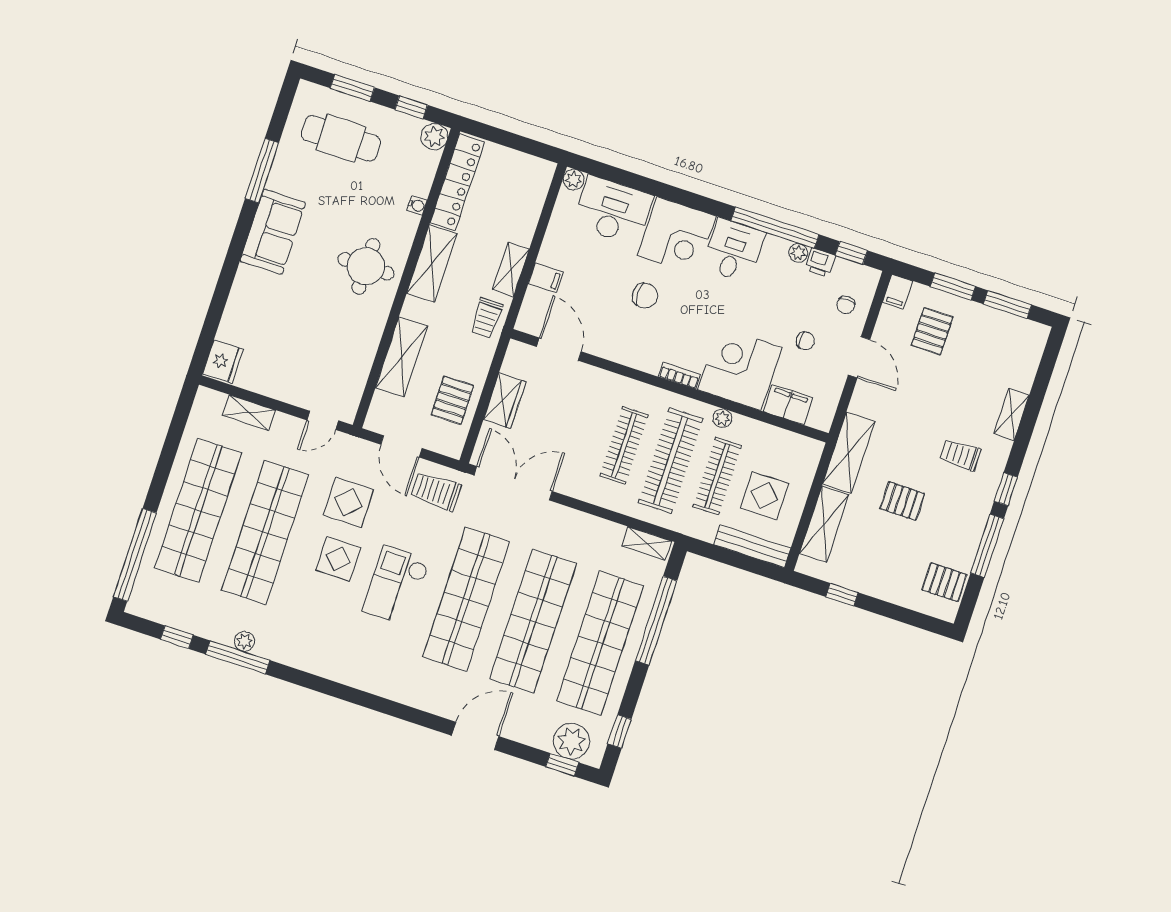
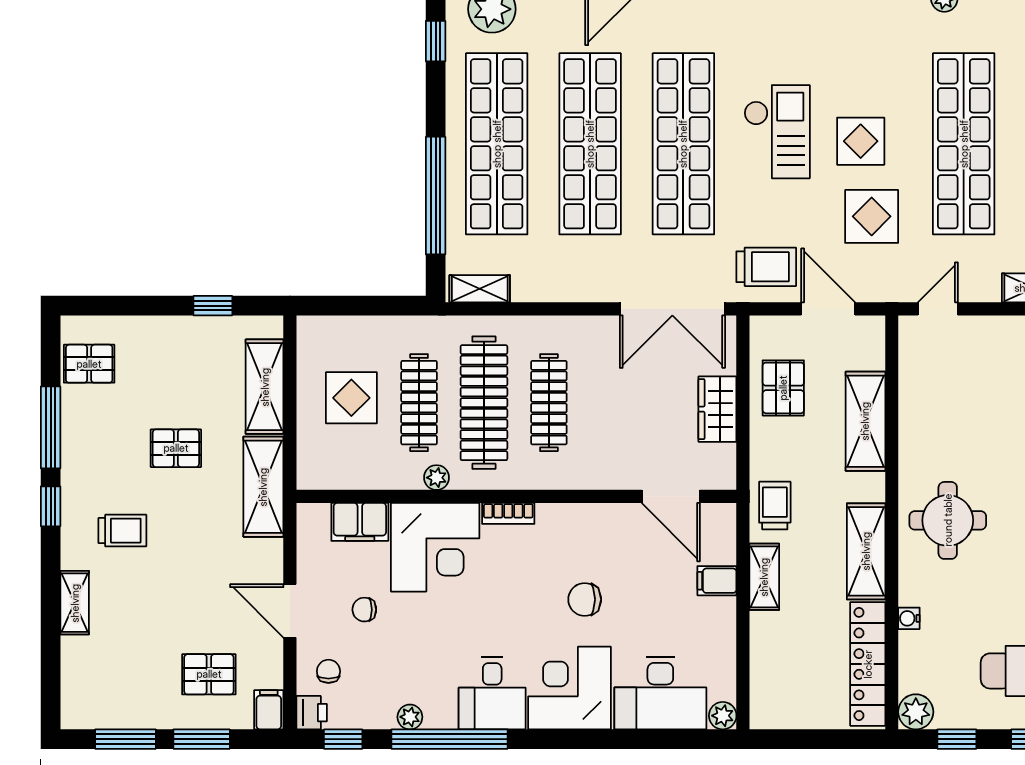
printer: (820, 262) -> (312, 713), moved, turned 90
pallet: (932, 331) -> (209, 674), turned 90
bench: (752, 546) -> (346, 329), removed

